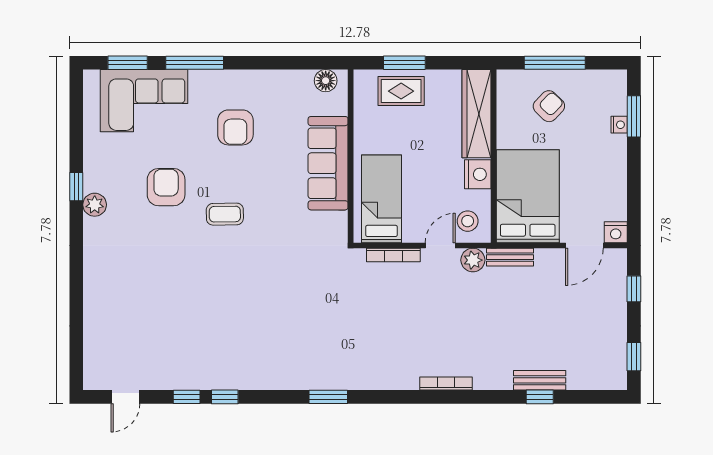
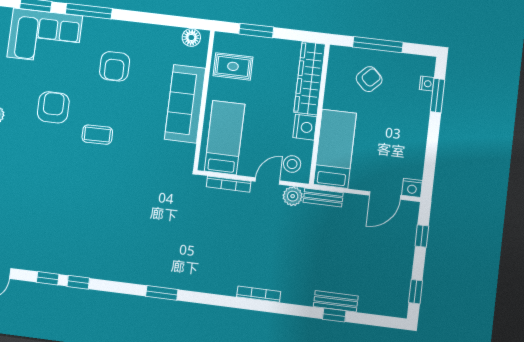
rug: (401, 91) -> (233, 66), moved
nightstand: (619, 125) -> (427, 84), moved
bed: (528, 196) -> (335, 149), width x0.67

